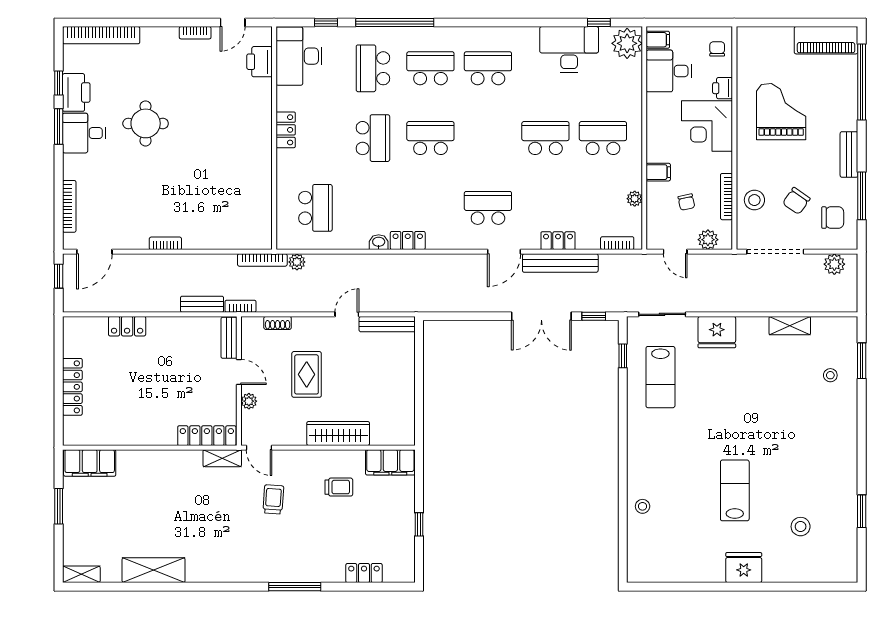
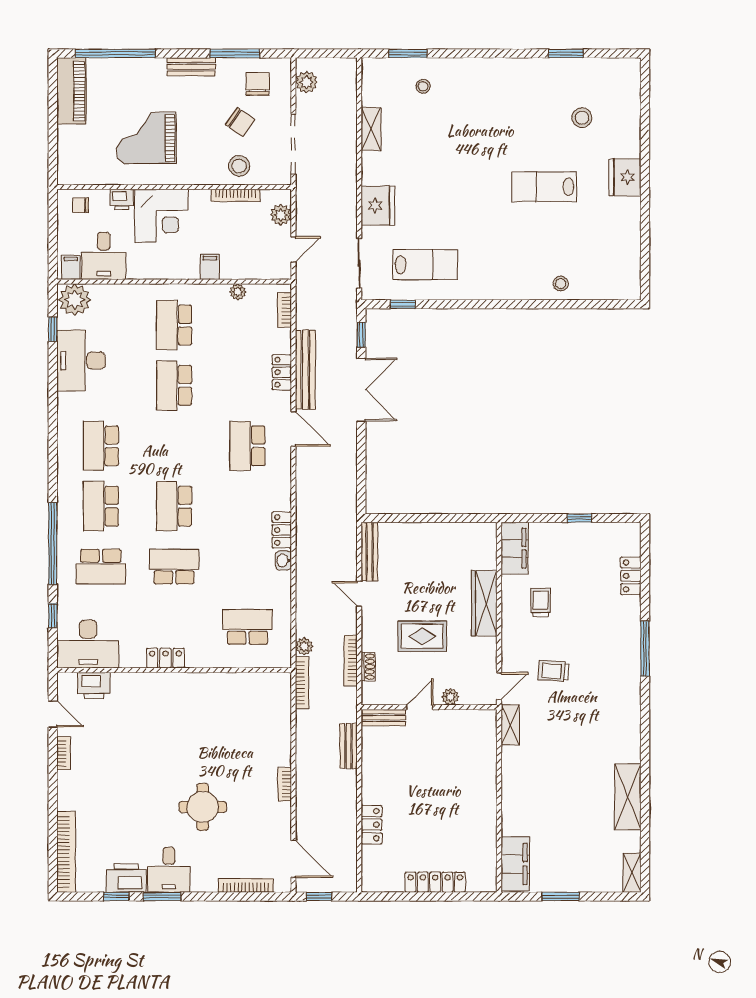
round table: (146, 123) -> (203, 807), moved
chair: (686, 202) -> (241, 237), removed
bookcase: (240, 306) -> (351, 660), moved, width x1.56
locker: (207, 436) -> (487, 741), removed

